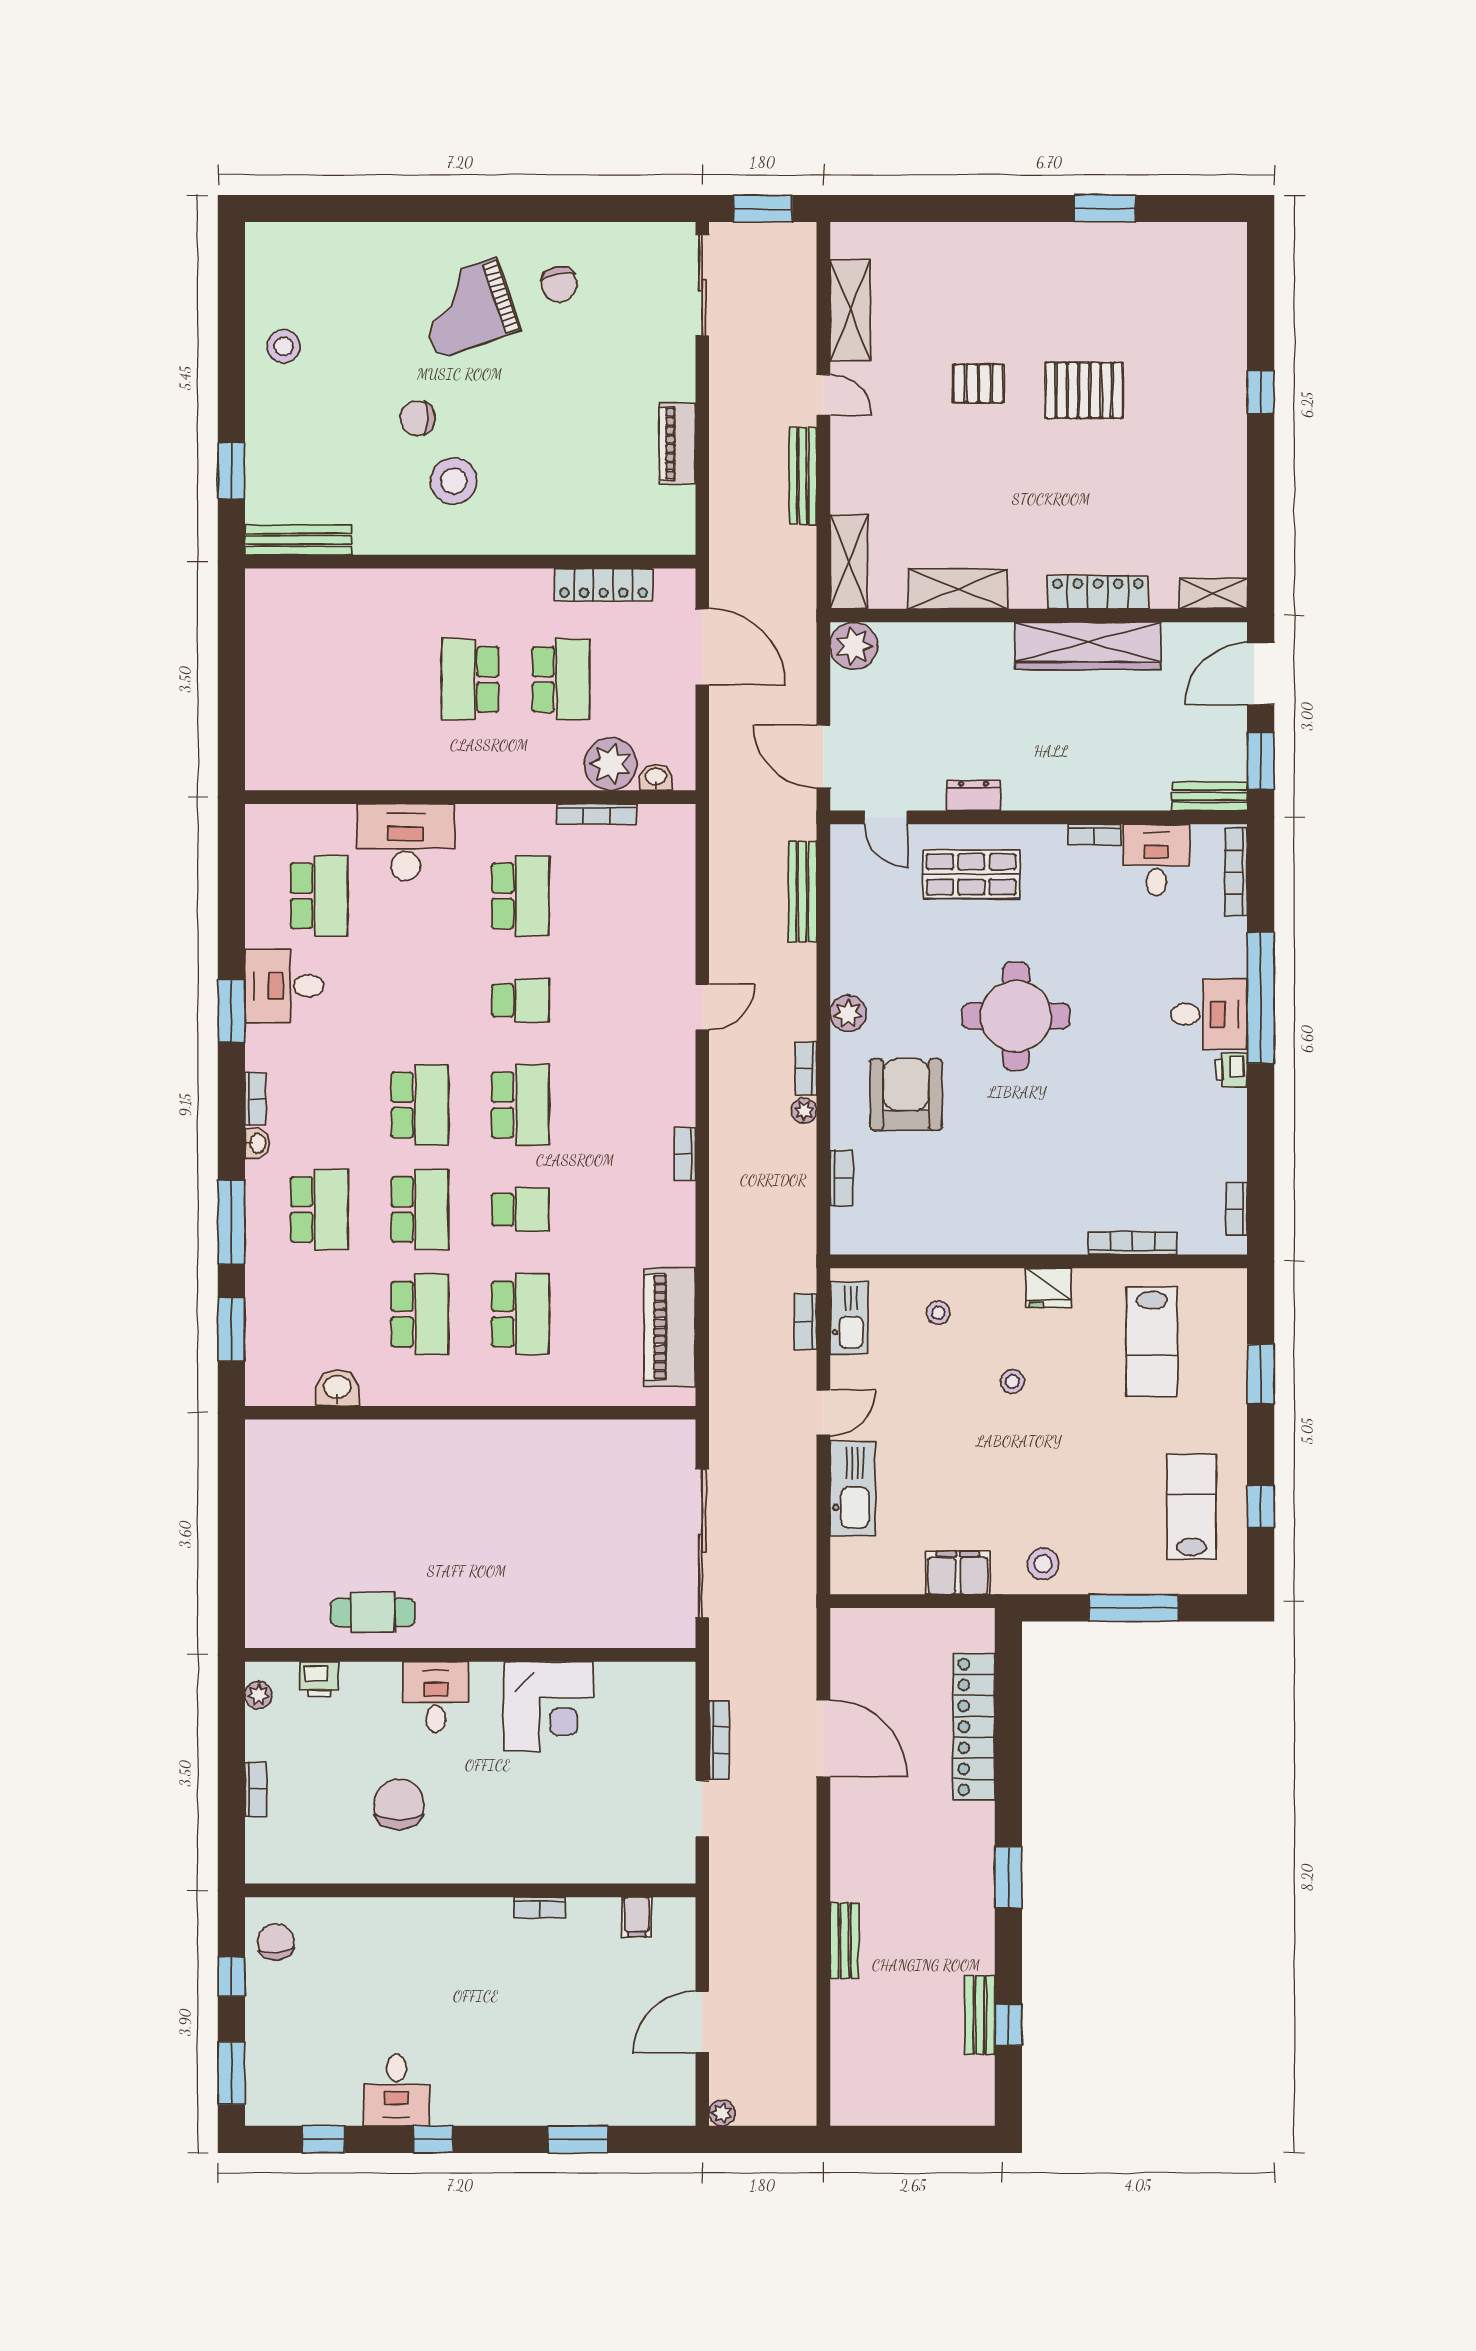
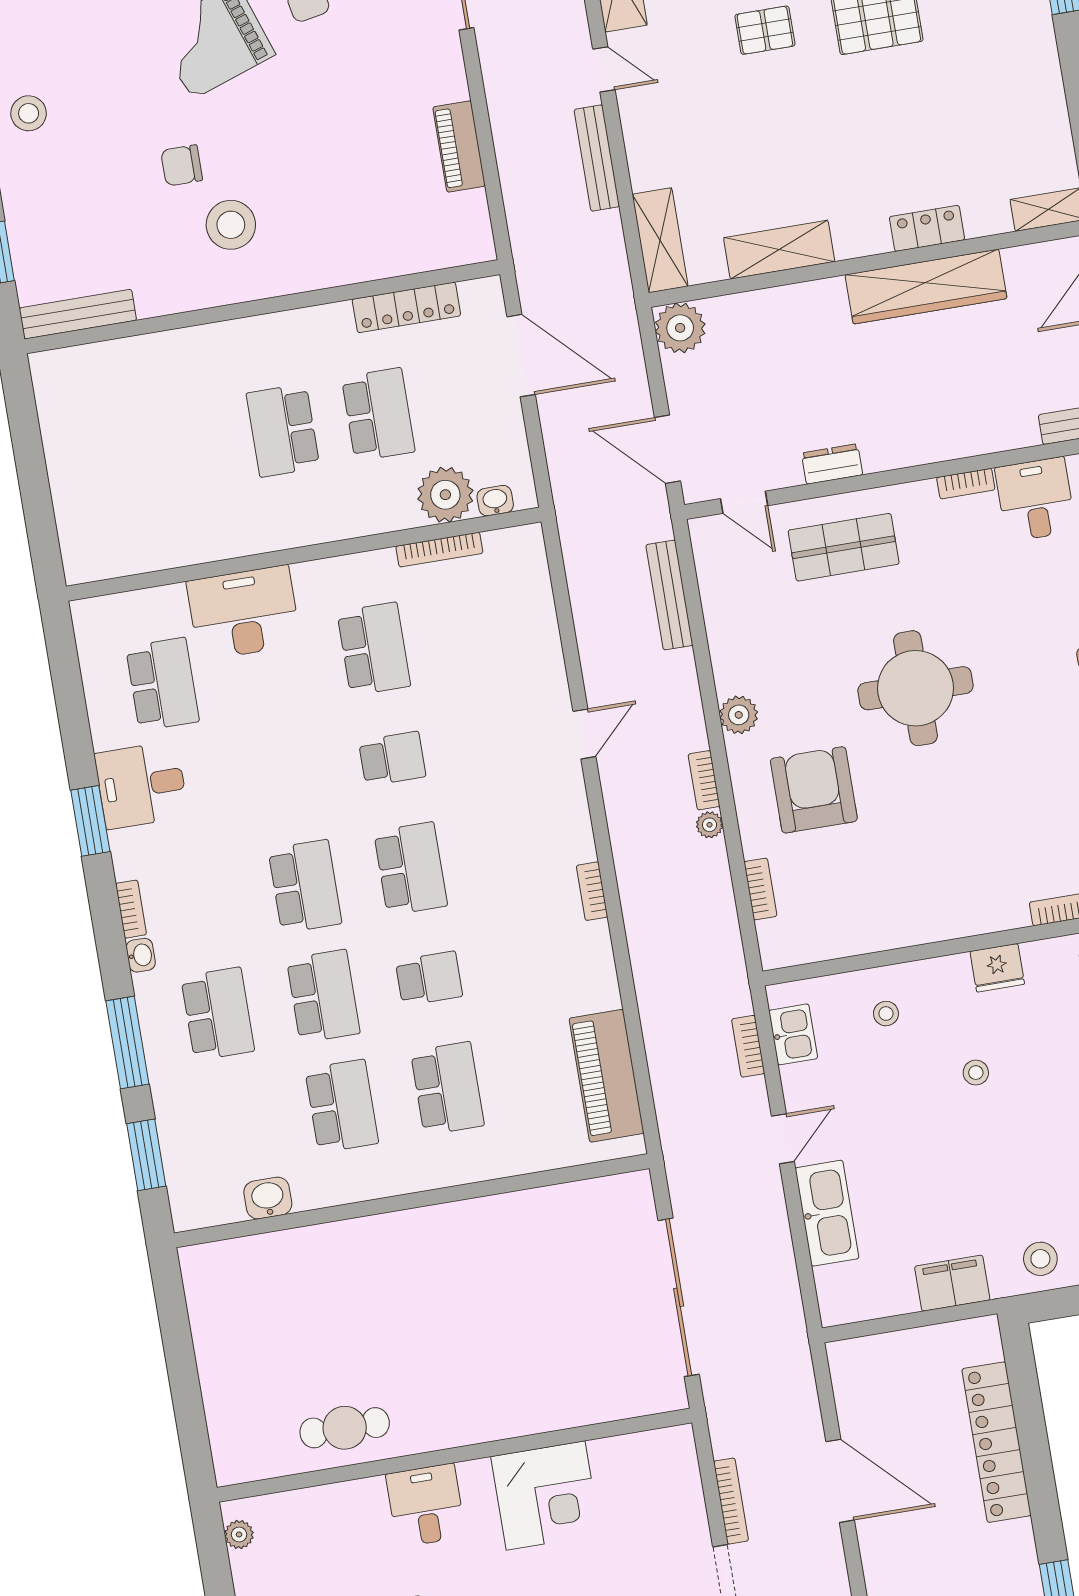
locker: (1098, 592) -> (927, 228), width x0.66
kitchen sink: (849, 1318) -> (793, 1034), width x0.73
printer: (319, 1679) -> (300, 1507), removed

